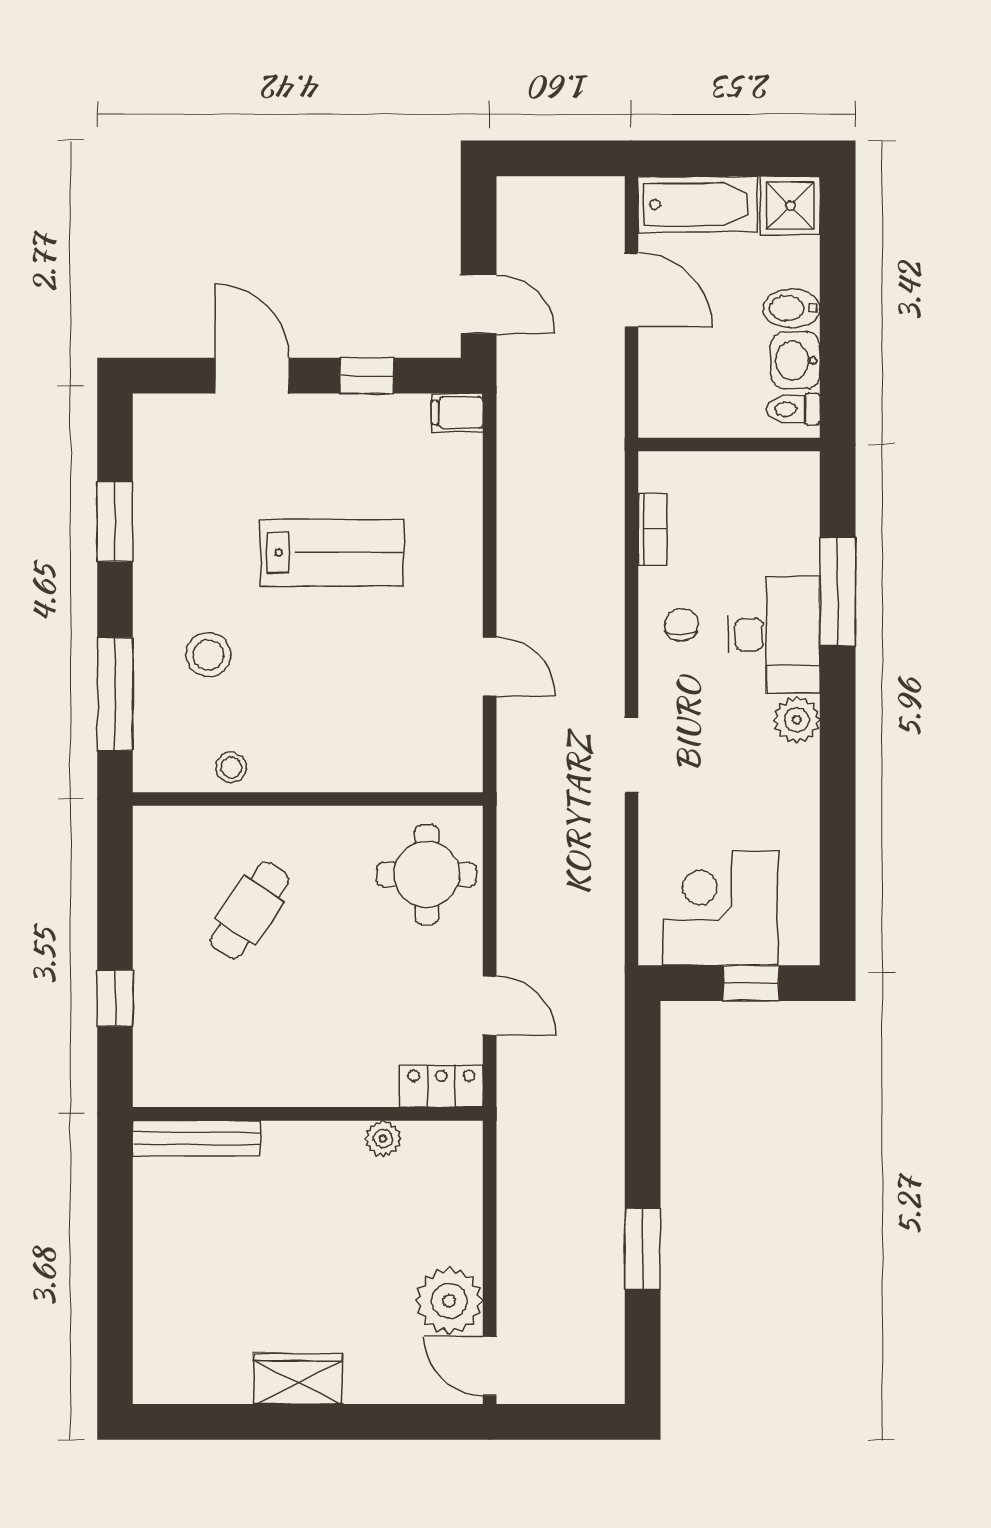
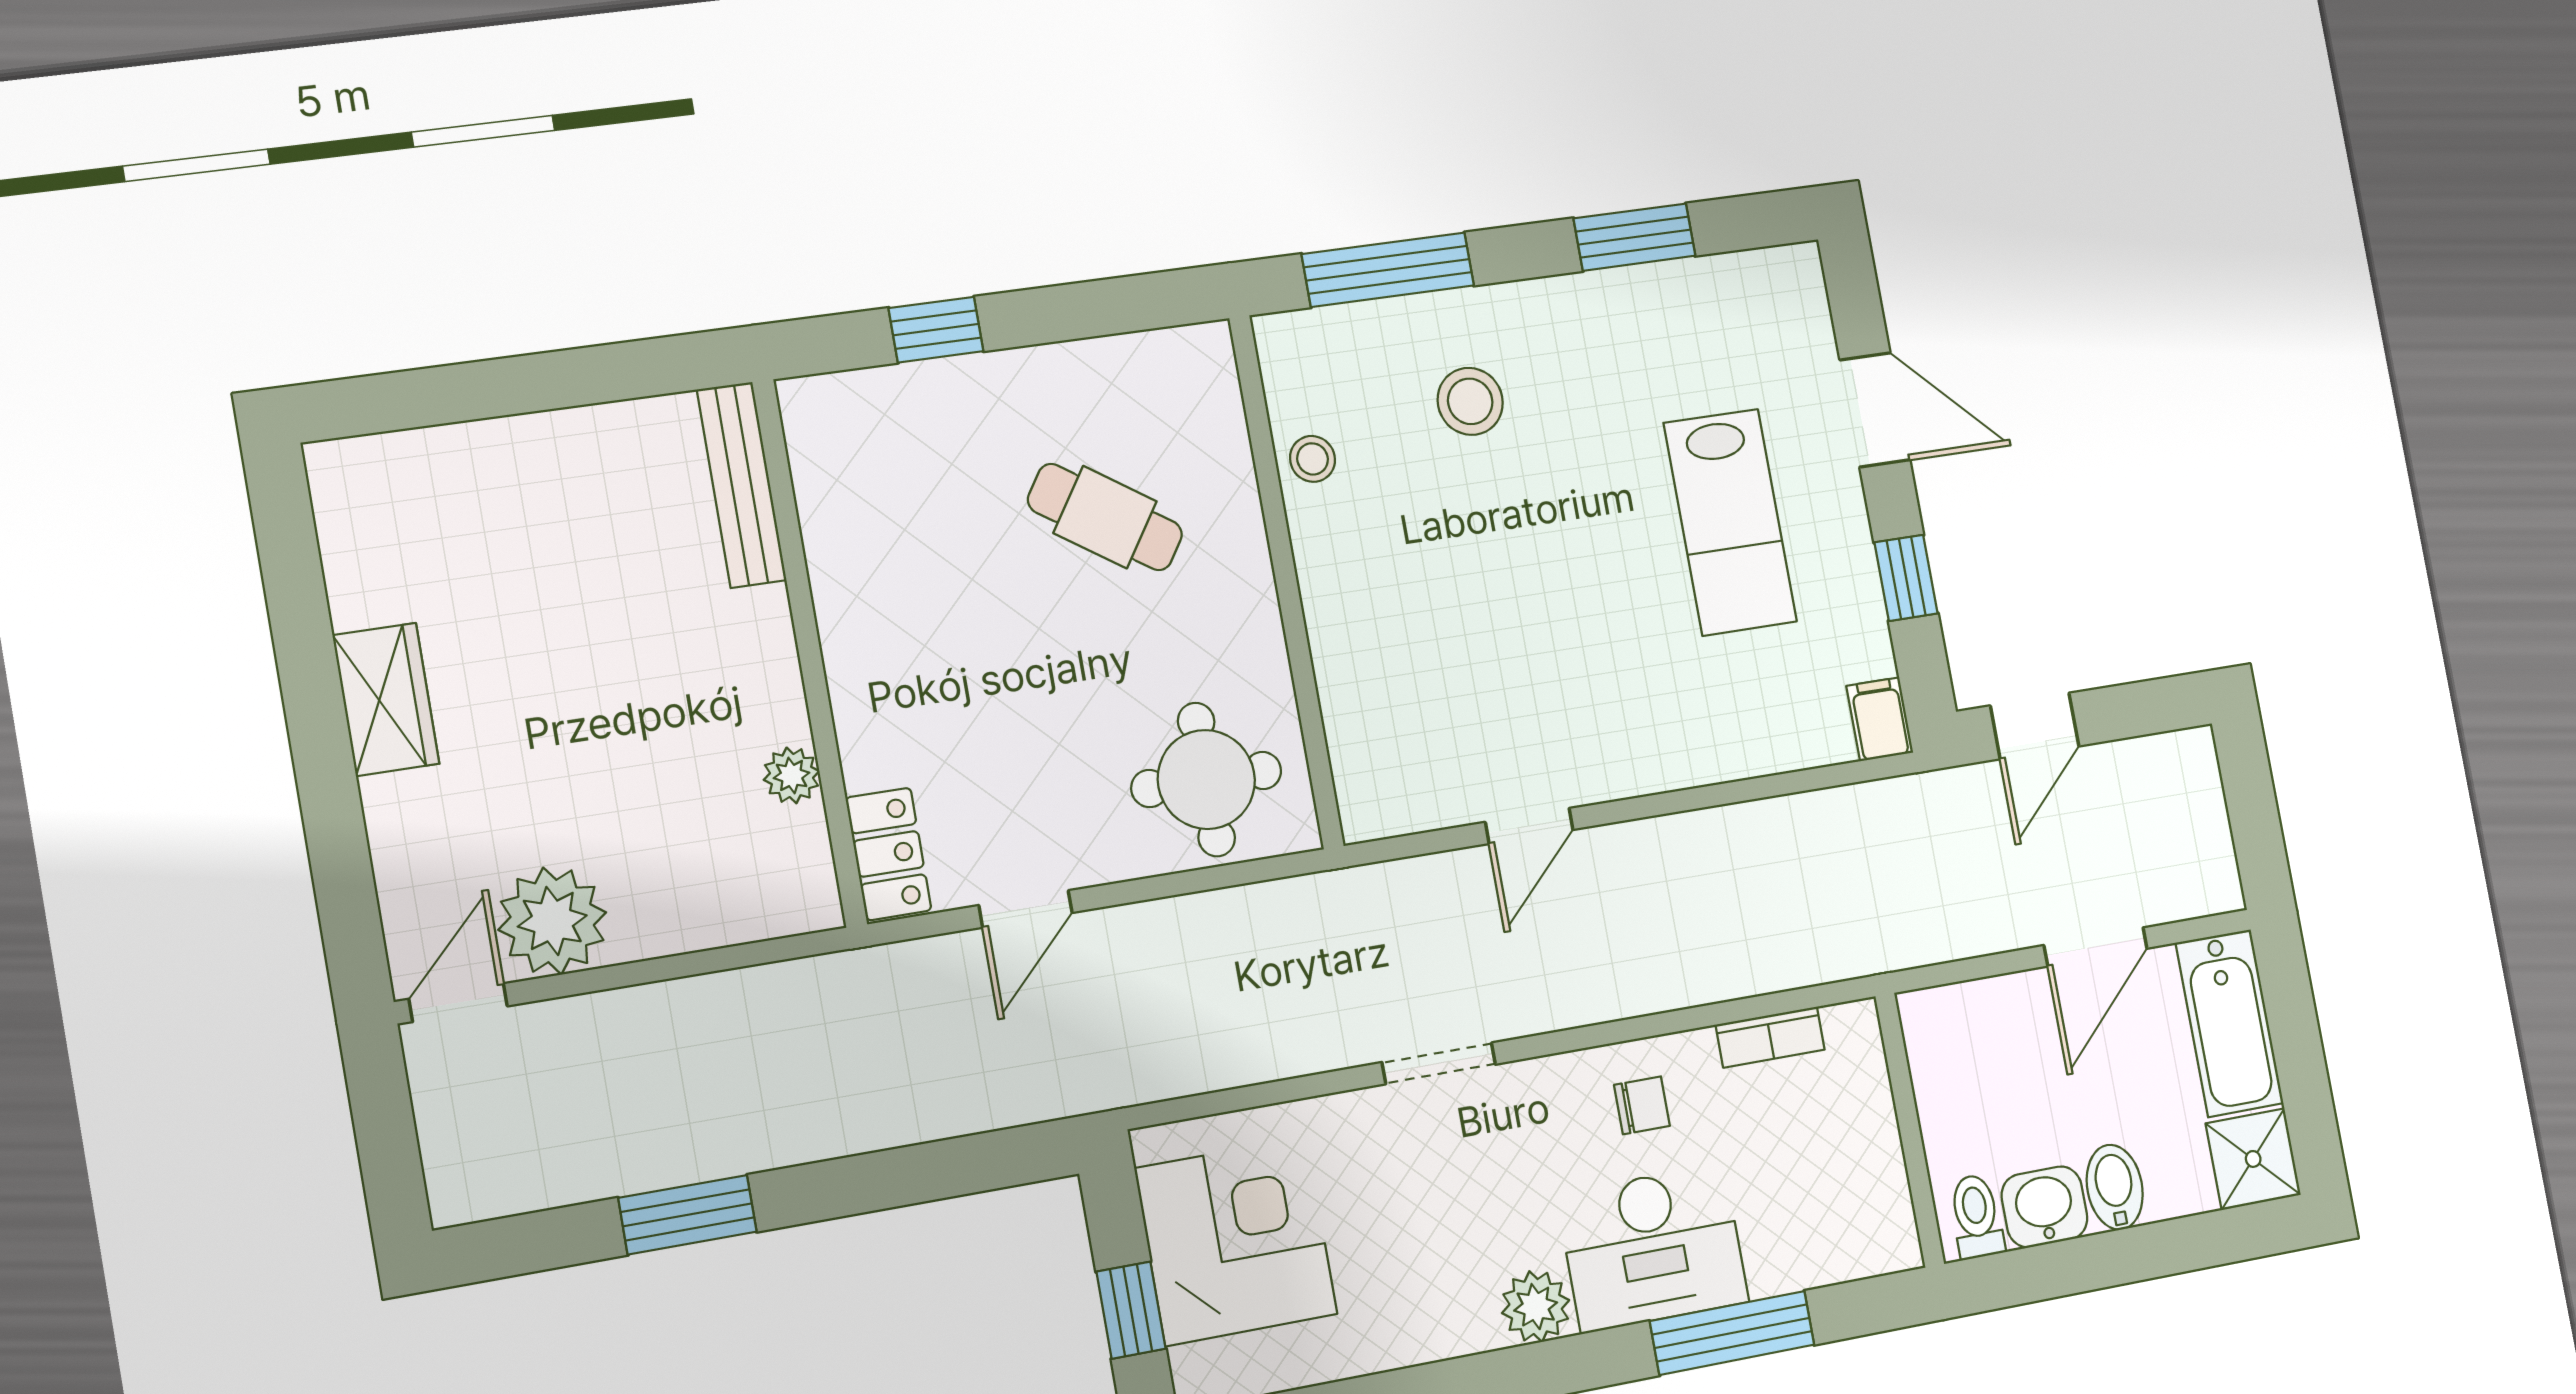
door: (252, 376) -> (1875, 410), hinge flipped
lab bench: (332, 553) -> (1730, 522), moved

